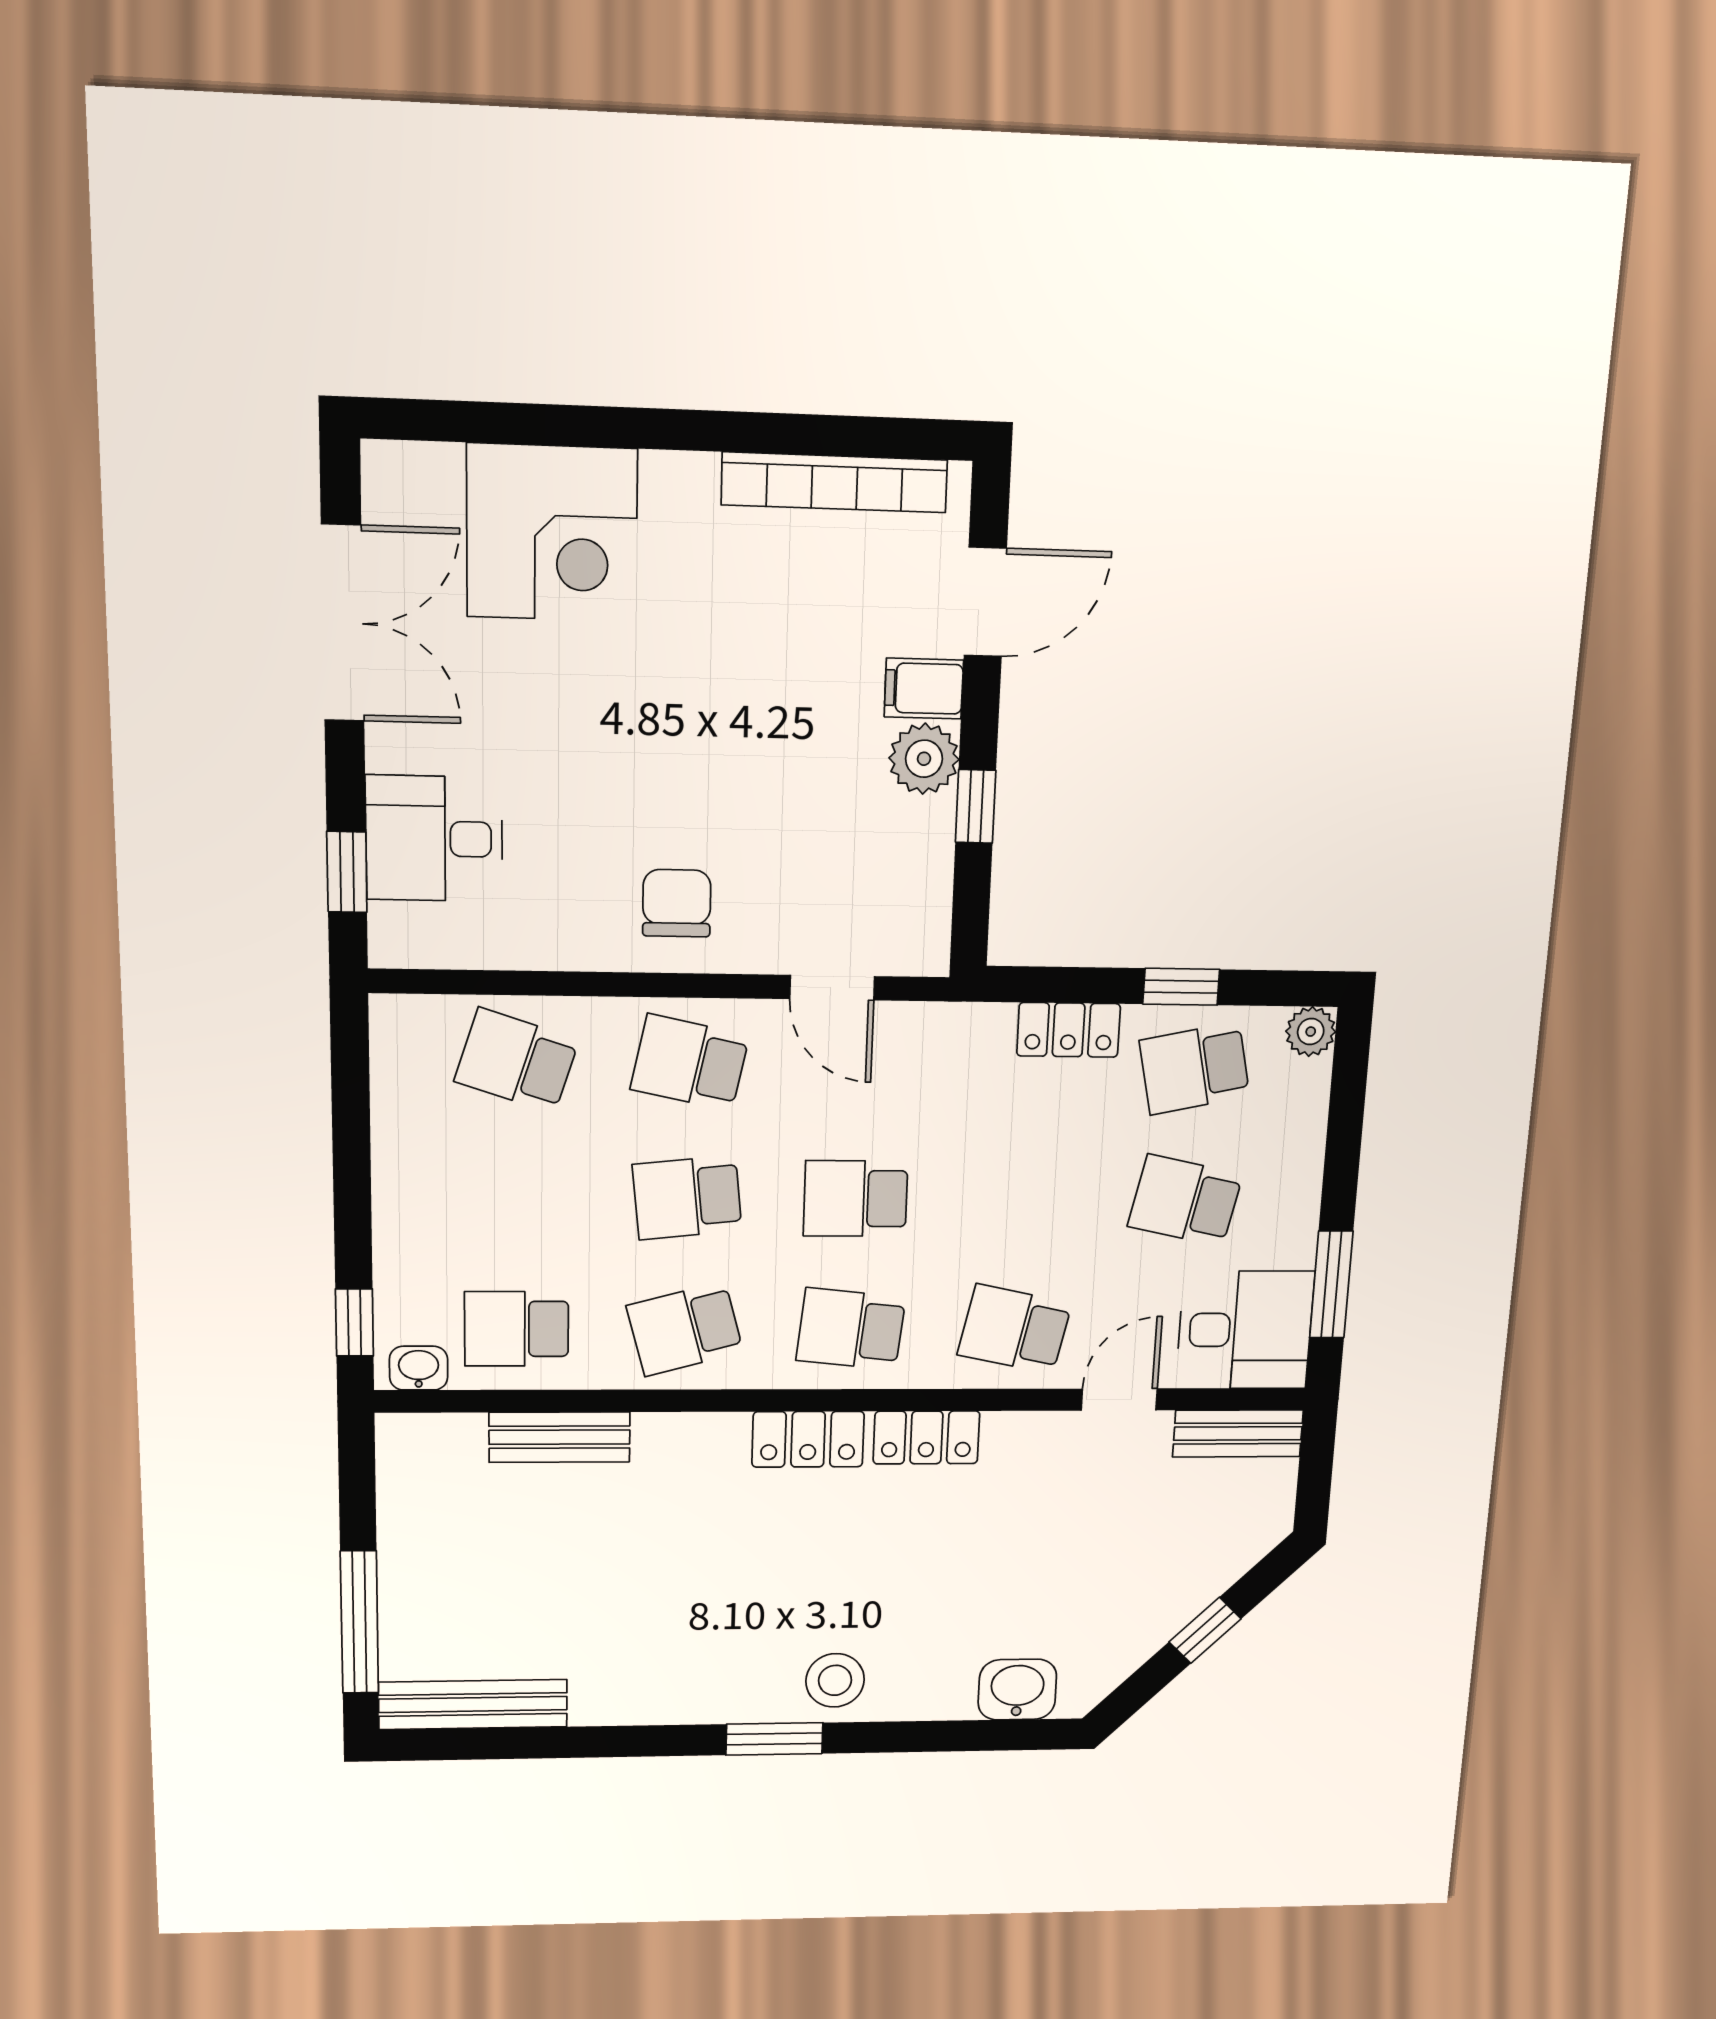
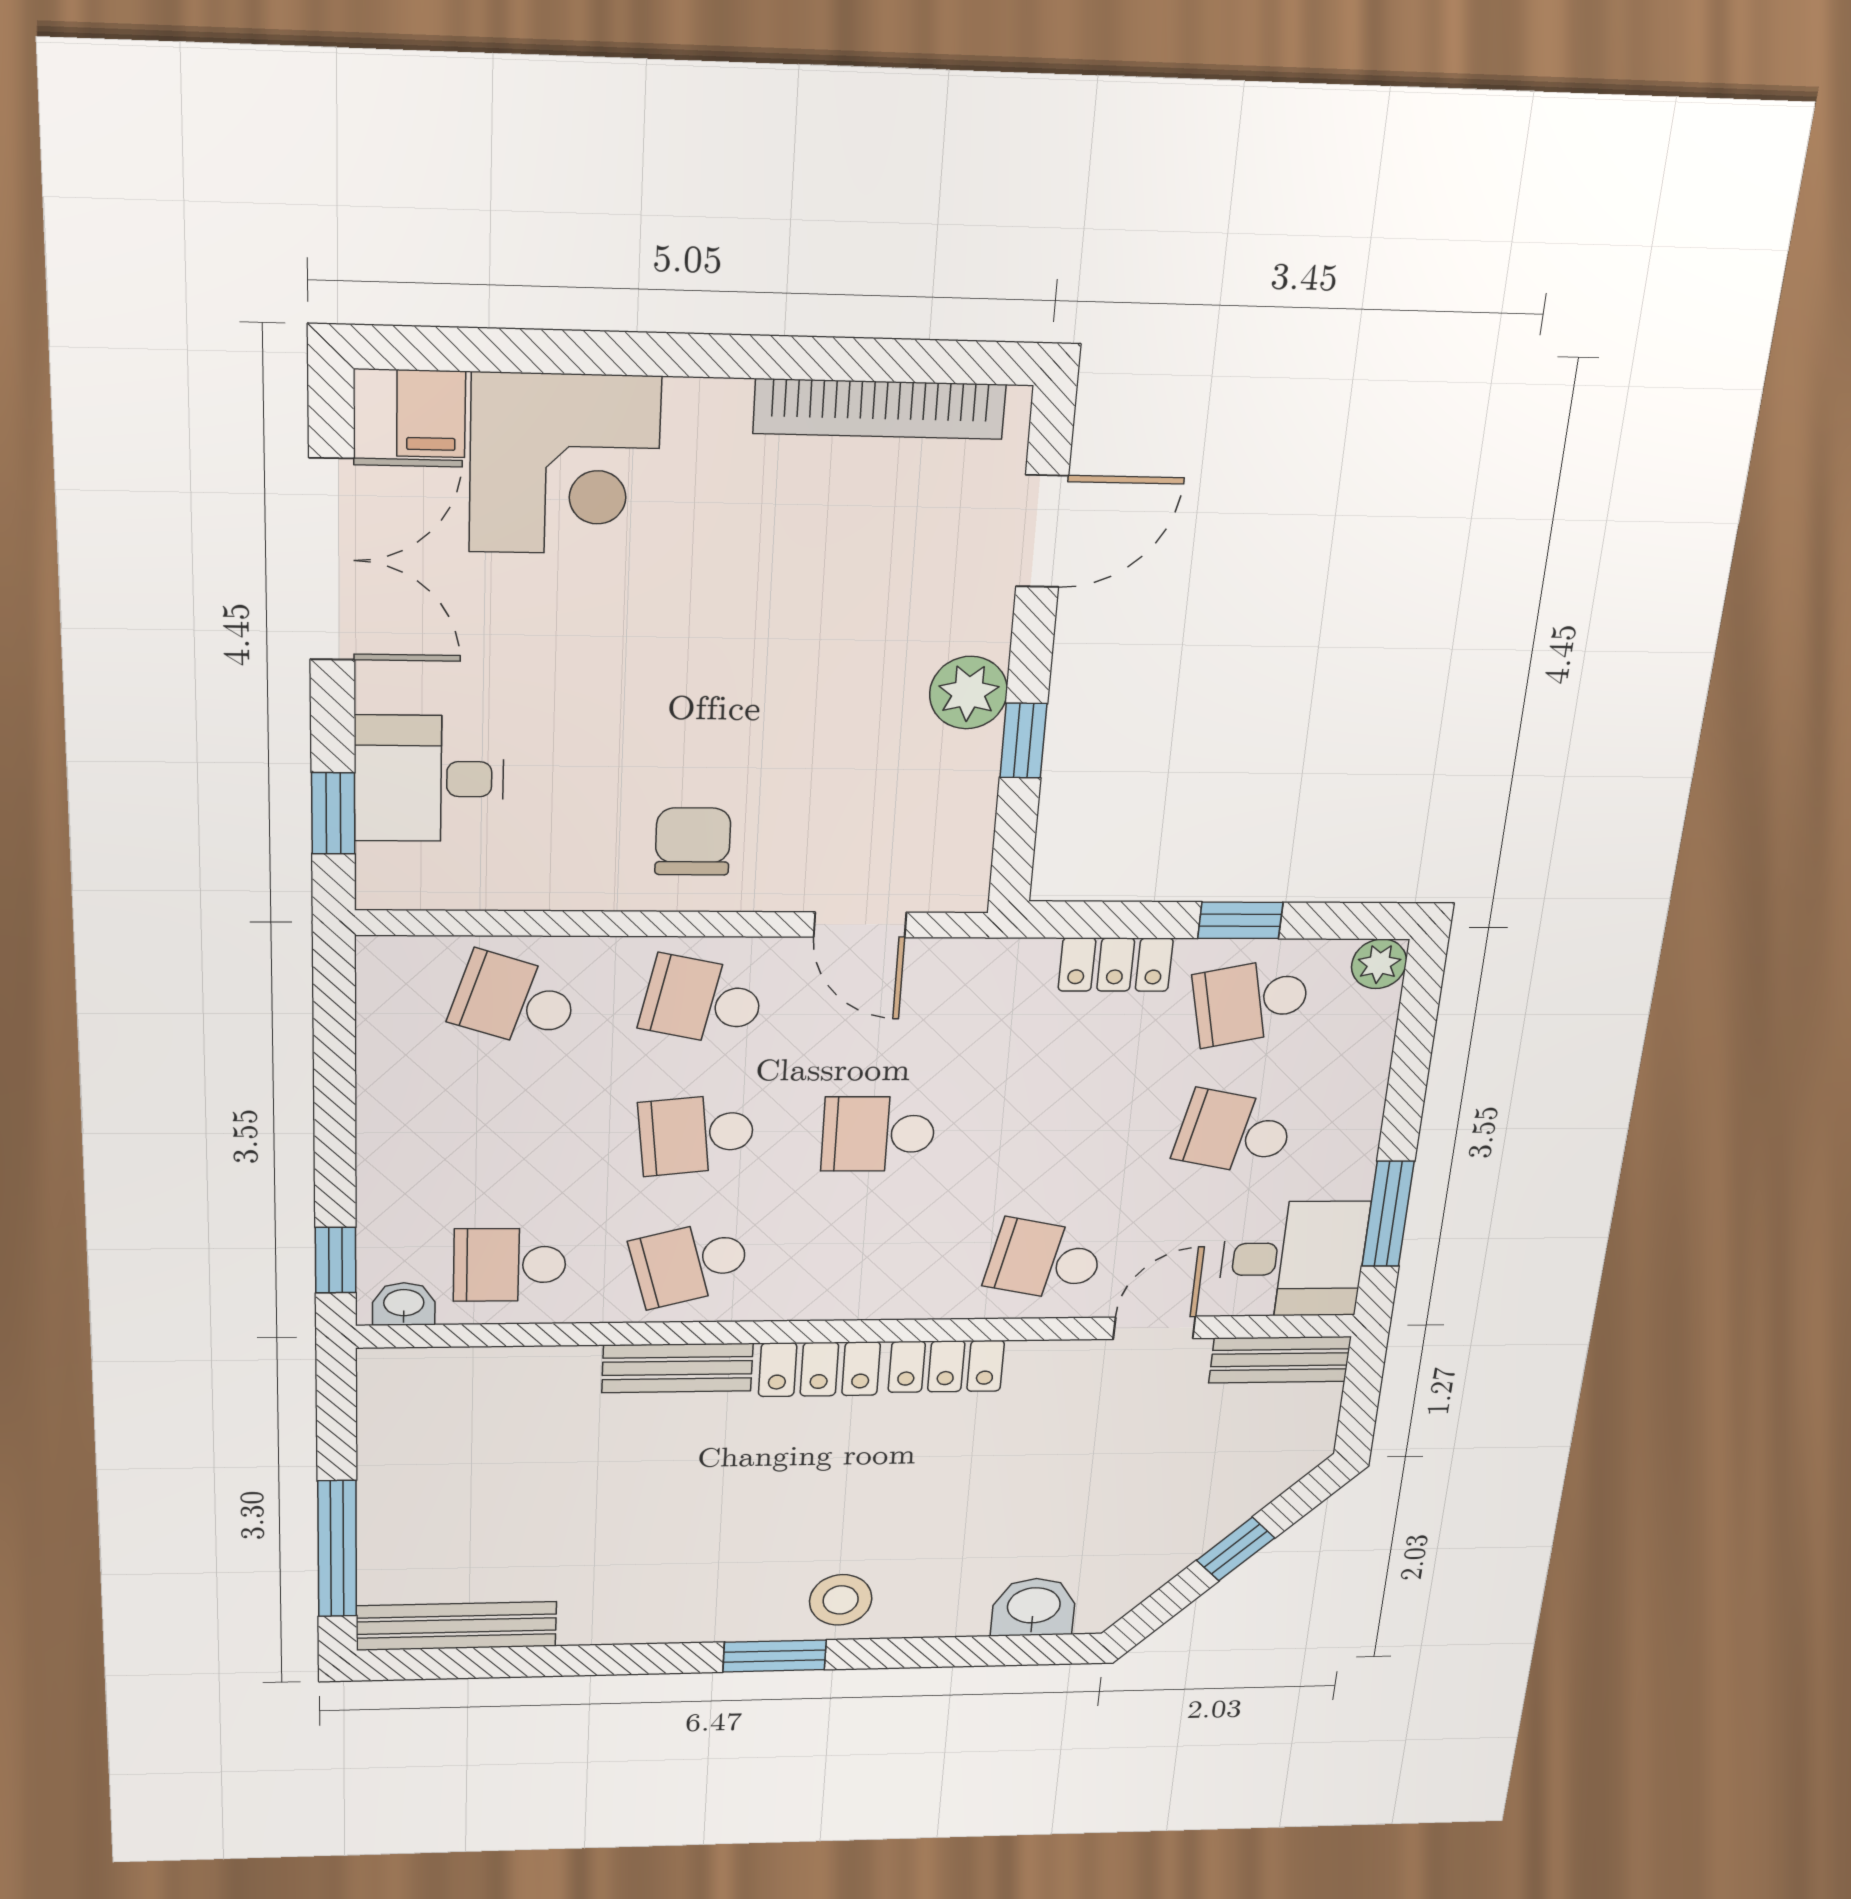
filing cabinet: (924, 688) -> (431, 414), moved, turned -90
school desk: (851, 1329) -> (869, 1262), removed
bench: (560, 1437) -> (677, 1368), moved

